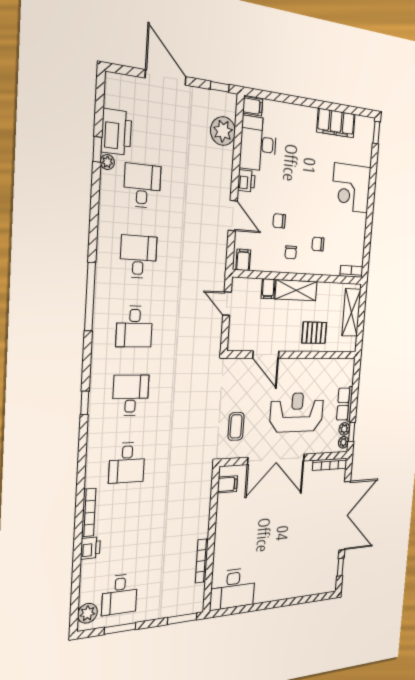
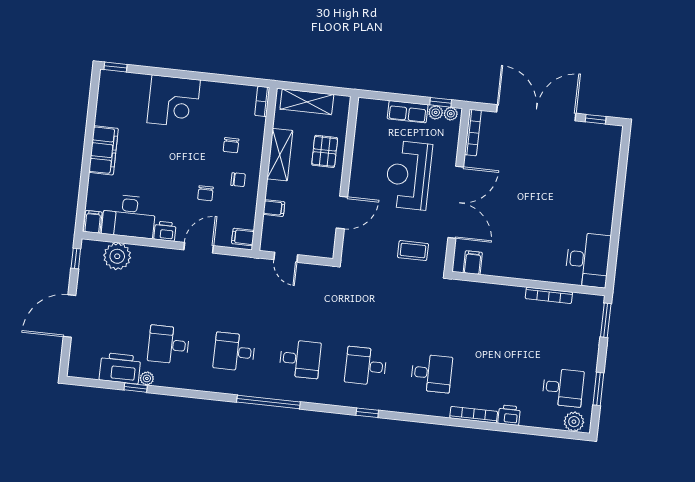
filing cabinet: (336, 123) -> (103, 150), moved
shelving: (296, 290) -> (280, 155), moved
door: (227, 304) -> (286, 257), hinge flipped

